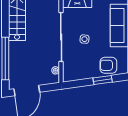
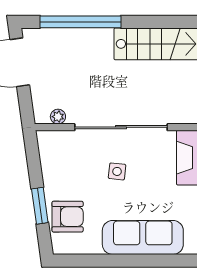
armchair: (108, 65) -> (68, 217), turned 90

